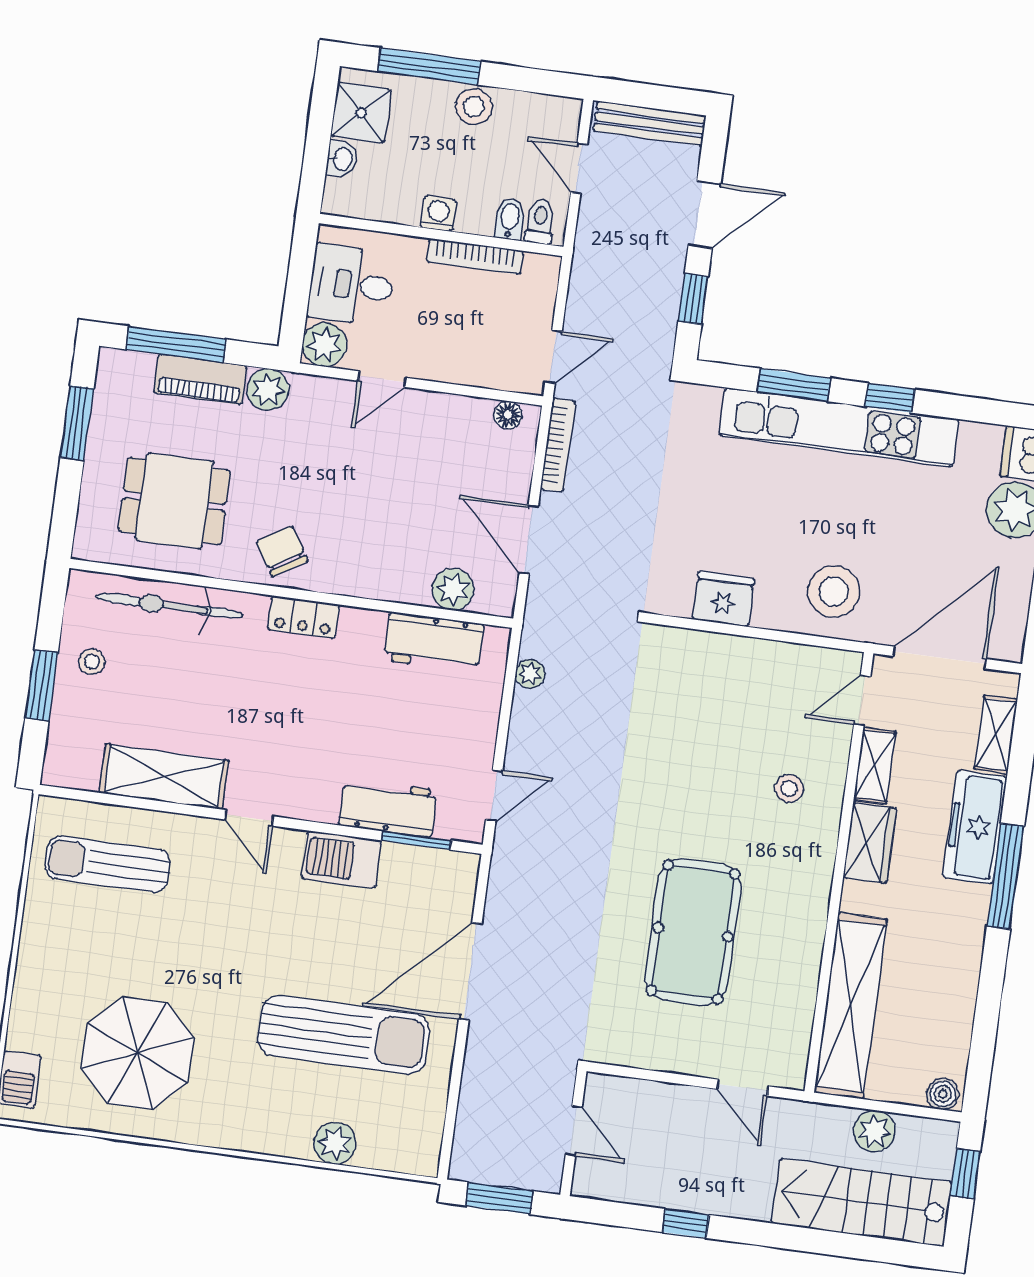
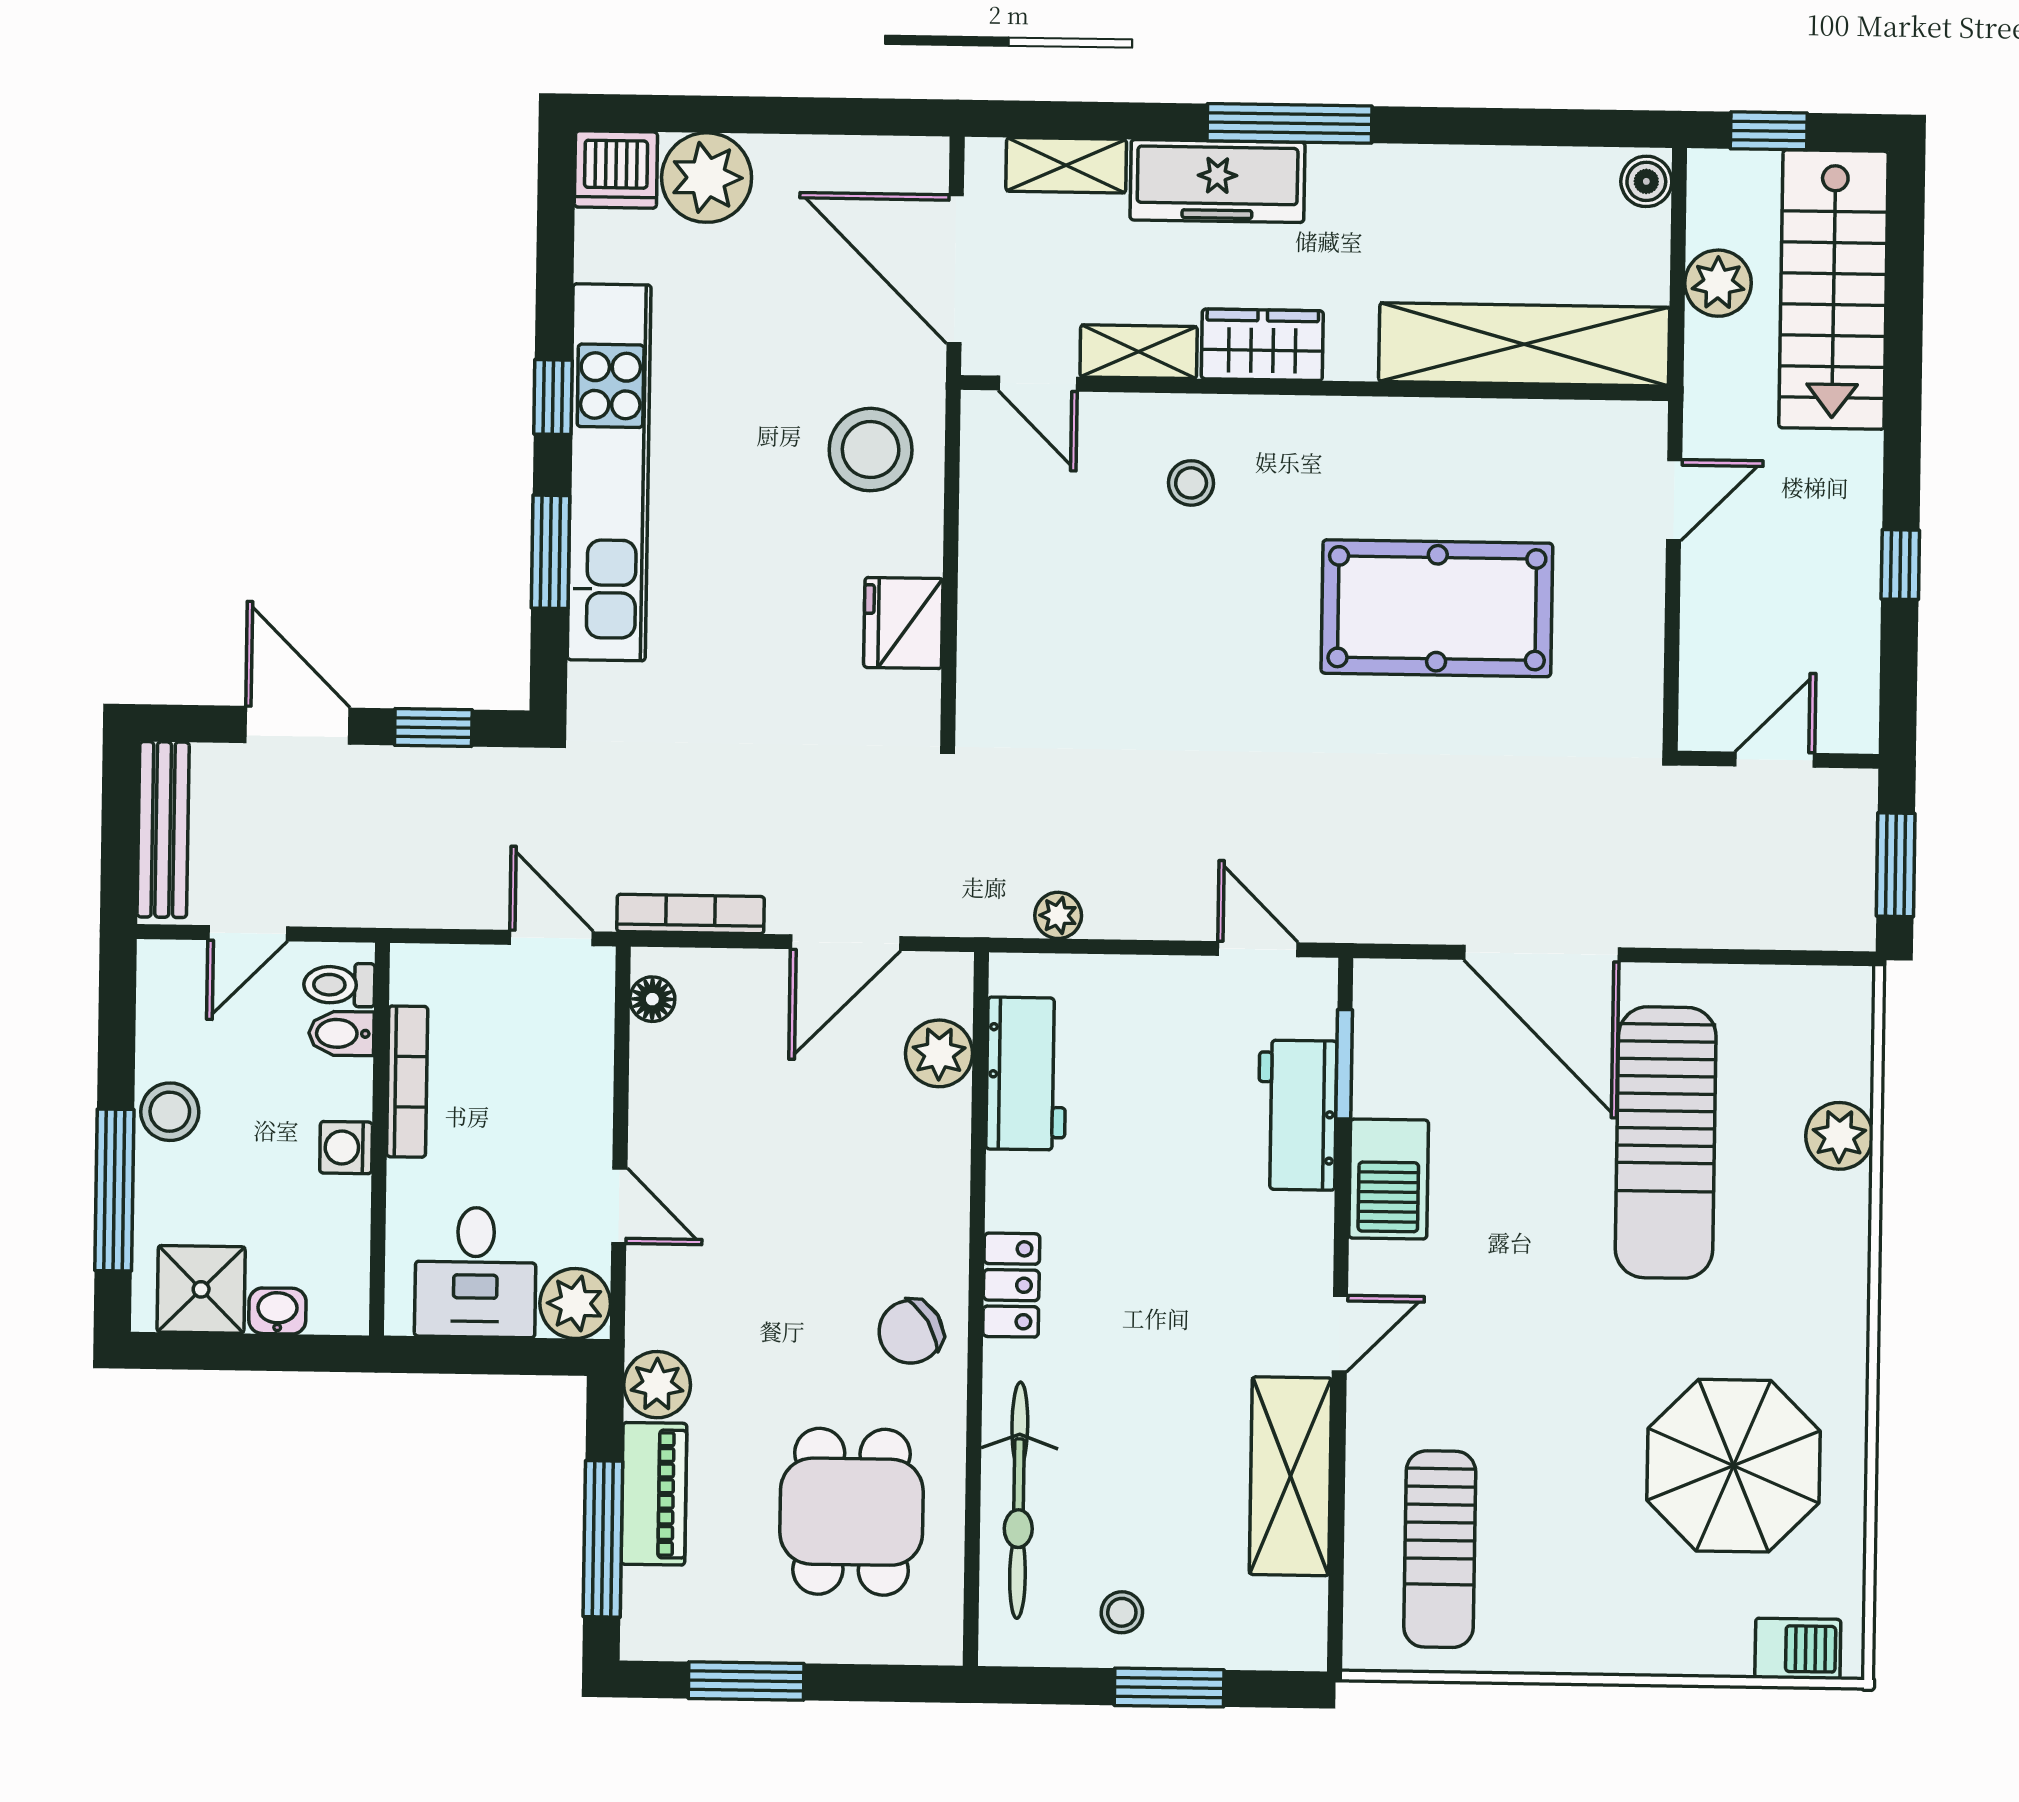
sun lounger: (344, 1035) -> (1666, 1143), turned 180

